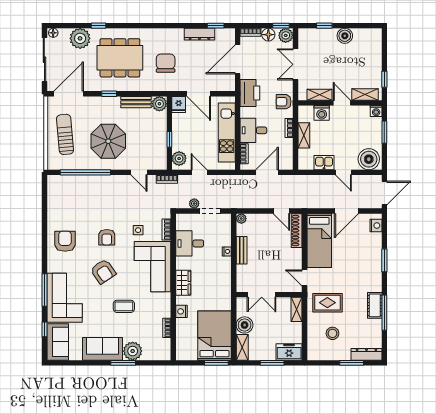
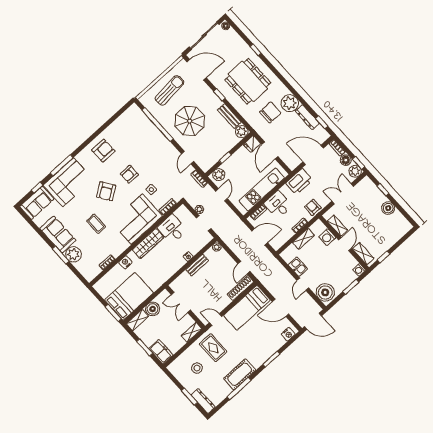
plant: (80, 38) -> (290, 103), moved
door: (305, 278) -> (216, 320), hinge flipped
wardrobe: (183, 283) -> (148, 244), width x1.50
cot: (375, 305) -> (240, 374), width x1.37, depth x1.34

